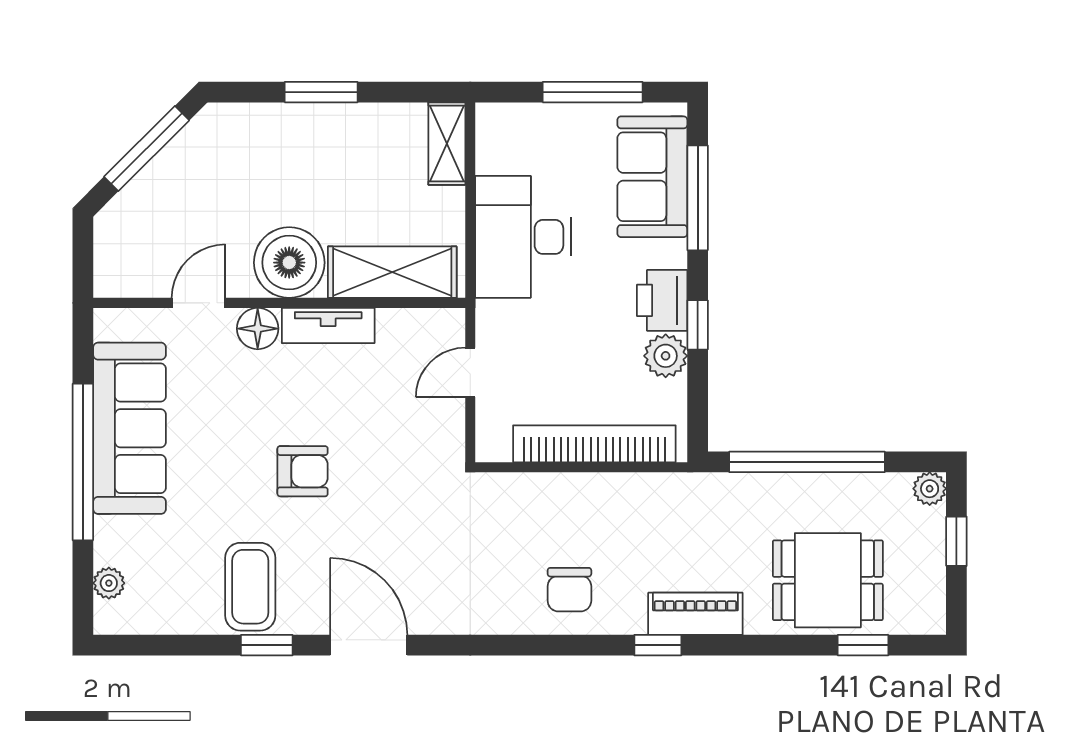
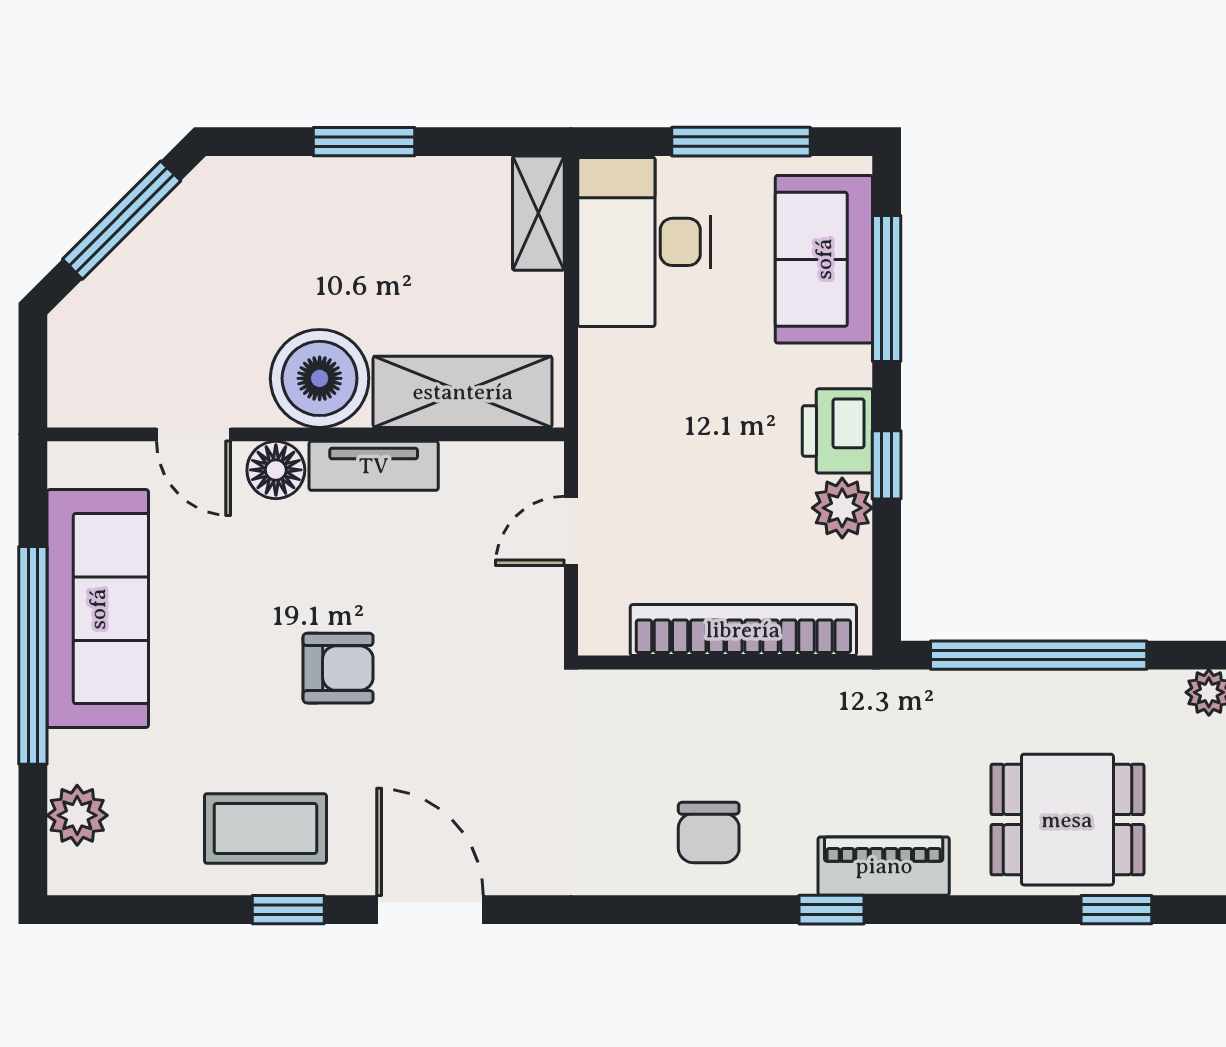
desk: (523, 237) -> (644, 242), moved
door: (198, 303) -> (194, 434), swing flipped
plant: (109, 583) -> (77, 815), width x1.38, depth x1.38
coffee table: (250, 587) -> (265, 828), turned 90

